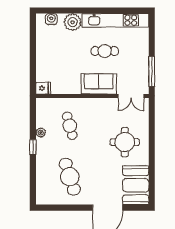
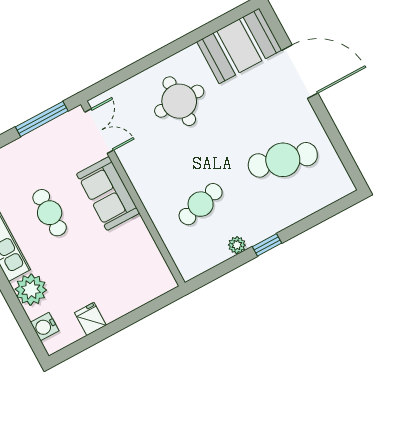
fridge: (43, 88) -> (90, 319), moved
cafe table: (70, 177) -> (283, 160), turned 33

